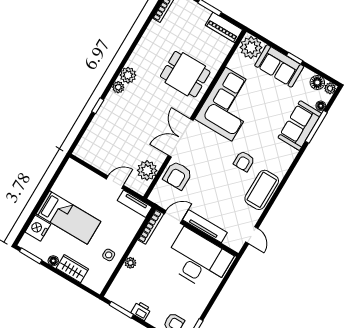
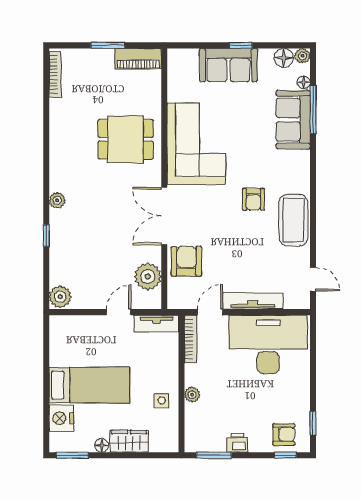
plant: (251, 48) -> (183, 63), removed
plant: (128, 75) -> (60, 297), moved
armchair: (178, 175) -> (186, 261), turned 180

